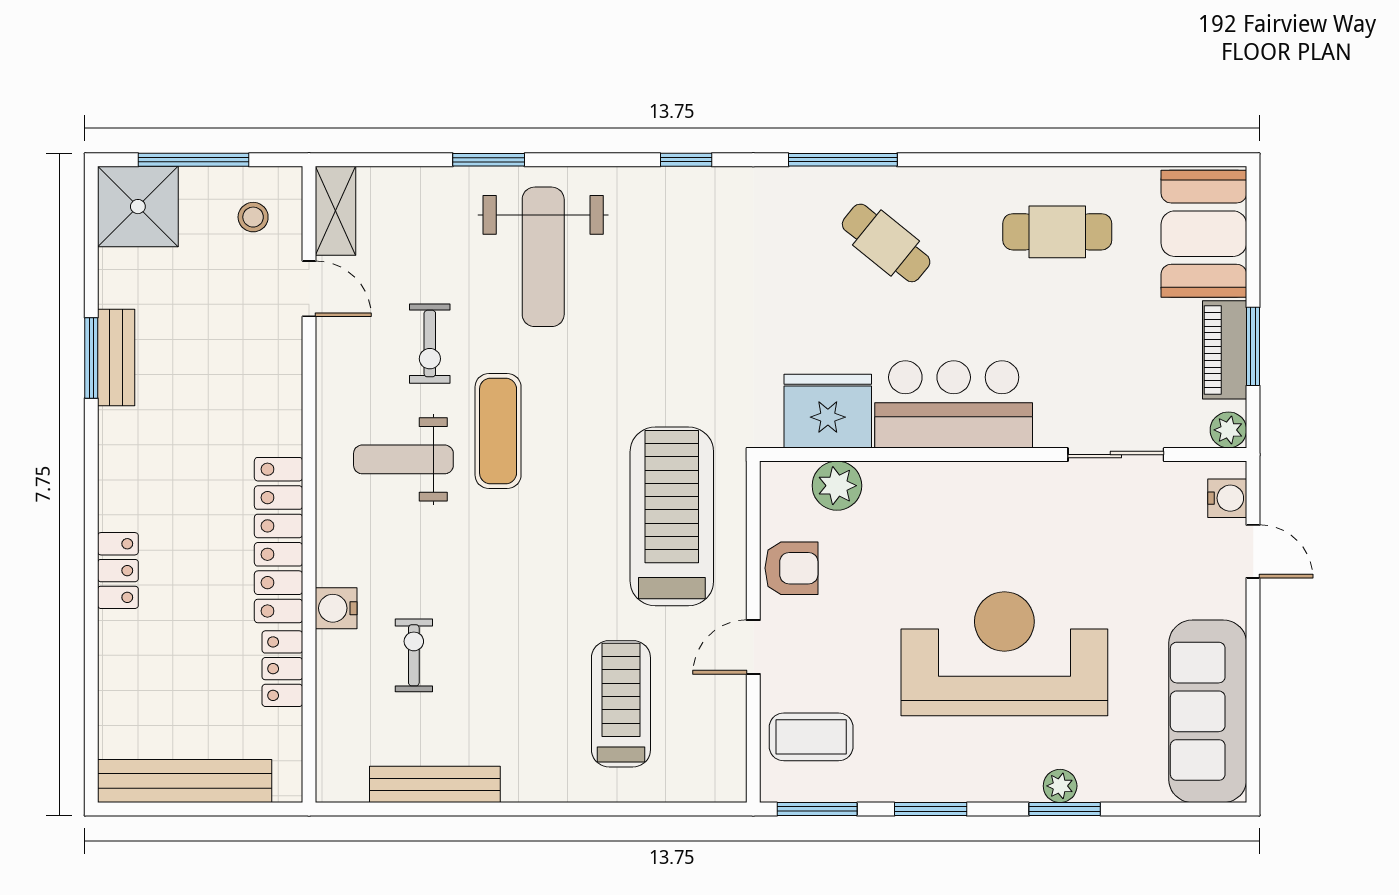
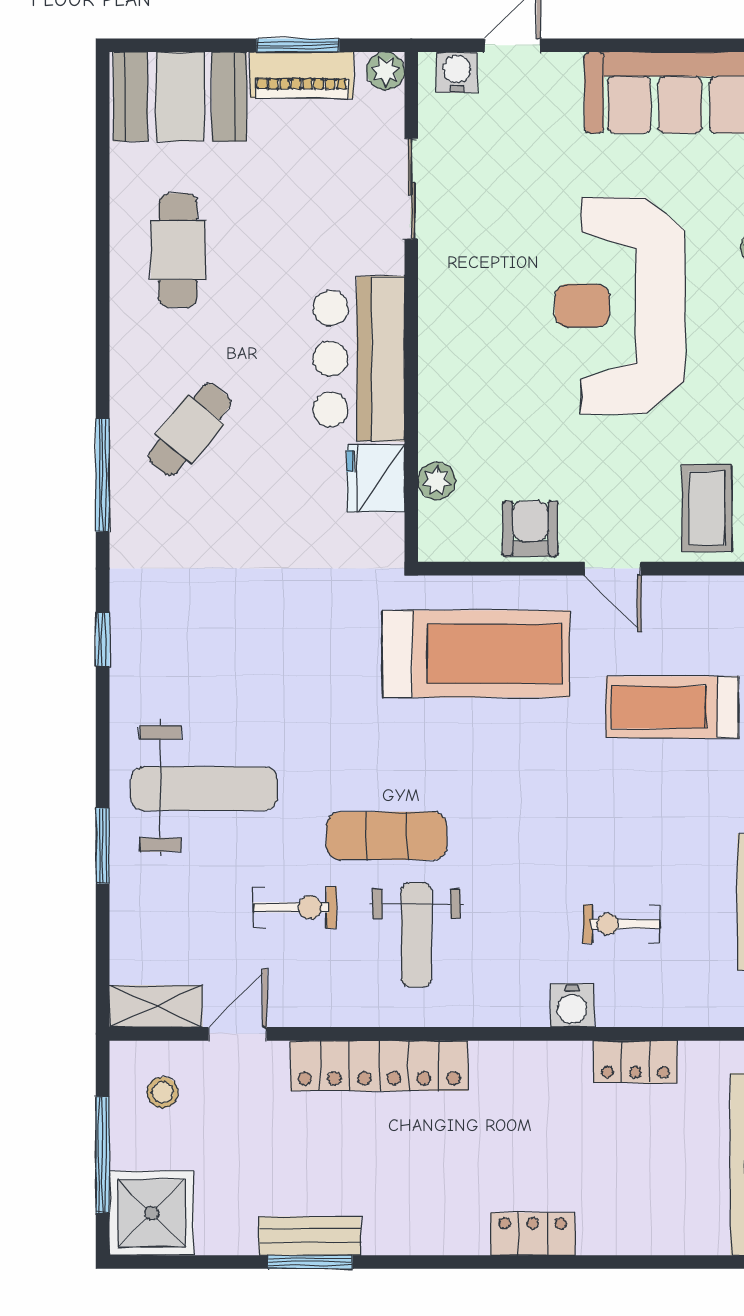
fridge: (828, 411) -> (376, 478), width x0.73, depth x0.75
plant: (837, 486) -> (437, 481), width x0.73, depth x0.73
treadmill: (672, 516) -> (476, 654), turned 180
locker: (279, 540) -> (379, 1066), moved

